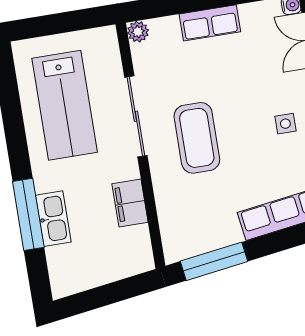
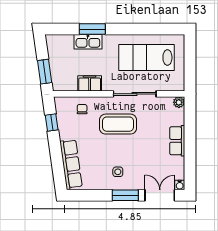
chair: (180, 209) -> (82, 109), added
window: (28, 214) -> (92, 29), width x0.69
window: (214, 261) -> (52, 122), width x0.46
window: (122, 290) -> (45, 72), added

